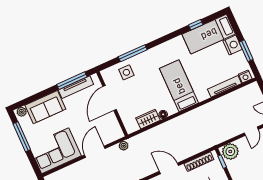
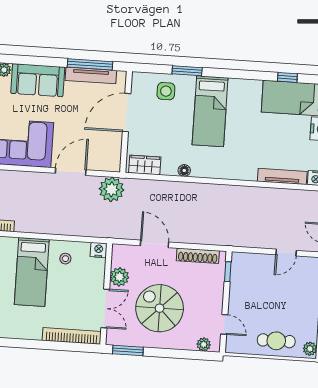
window: (133, 53) -> (187, 71), width x0.69
bed: (179, 86) -> (210, 111), moved, turned 180
wardrobe: (148, 119) -> (145, 165), moved
plant: (124, 146) -> (111, 189), width x1.87, depth x1.87
plant: (230, 151) -> (245, 264), removed

